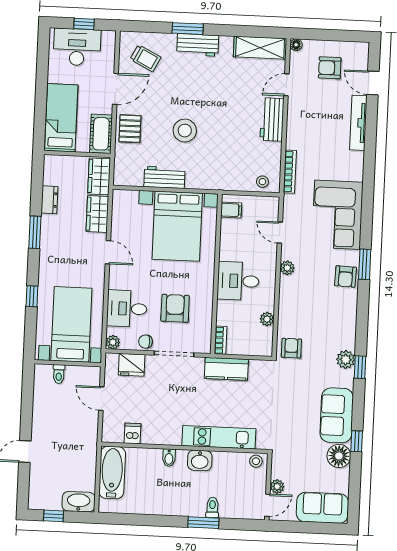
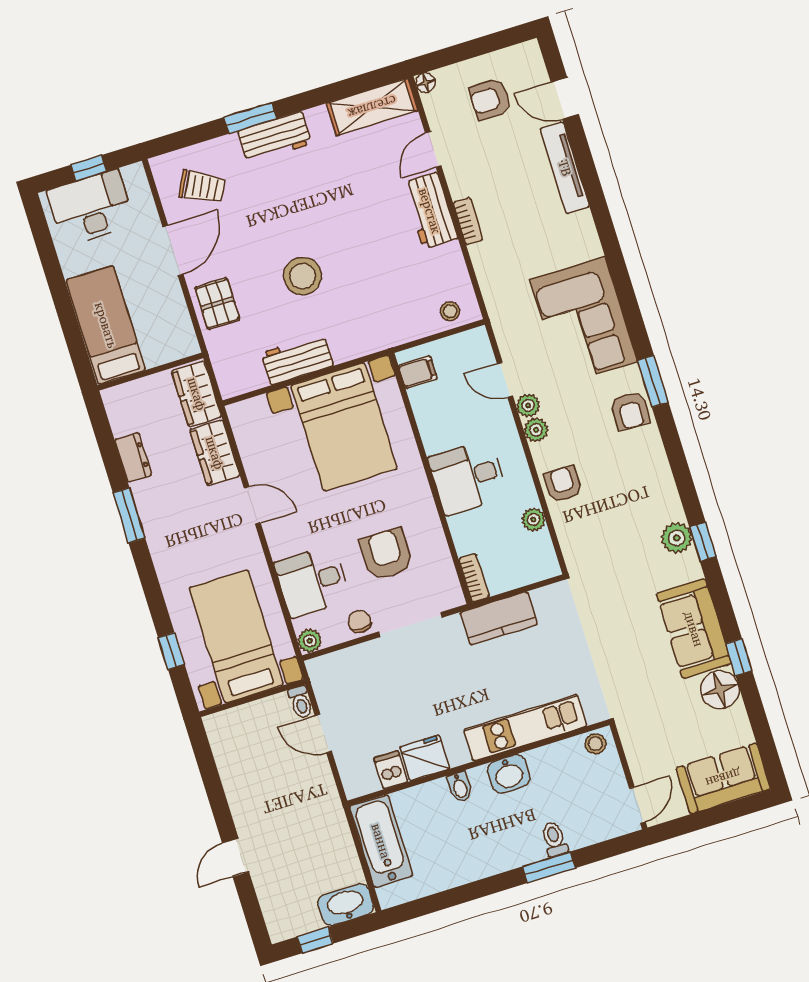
cot: (101, 134) -> (176, 328), removed
bookcase: (290, 172) -> (468, 221), moved, width x0.64
window: (32, 296) -> (171, 651), moved
chair: (146, 342) -> (360, 622), turned 90
armchair: (291, 348) -> (563, 484), moved
fridge: (132, 365) -> (425, 758), moved, turned 180
toilet: (59, 374) -> (301, 702), moved
plant: (277, 486) -> (528, 405), moved

